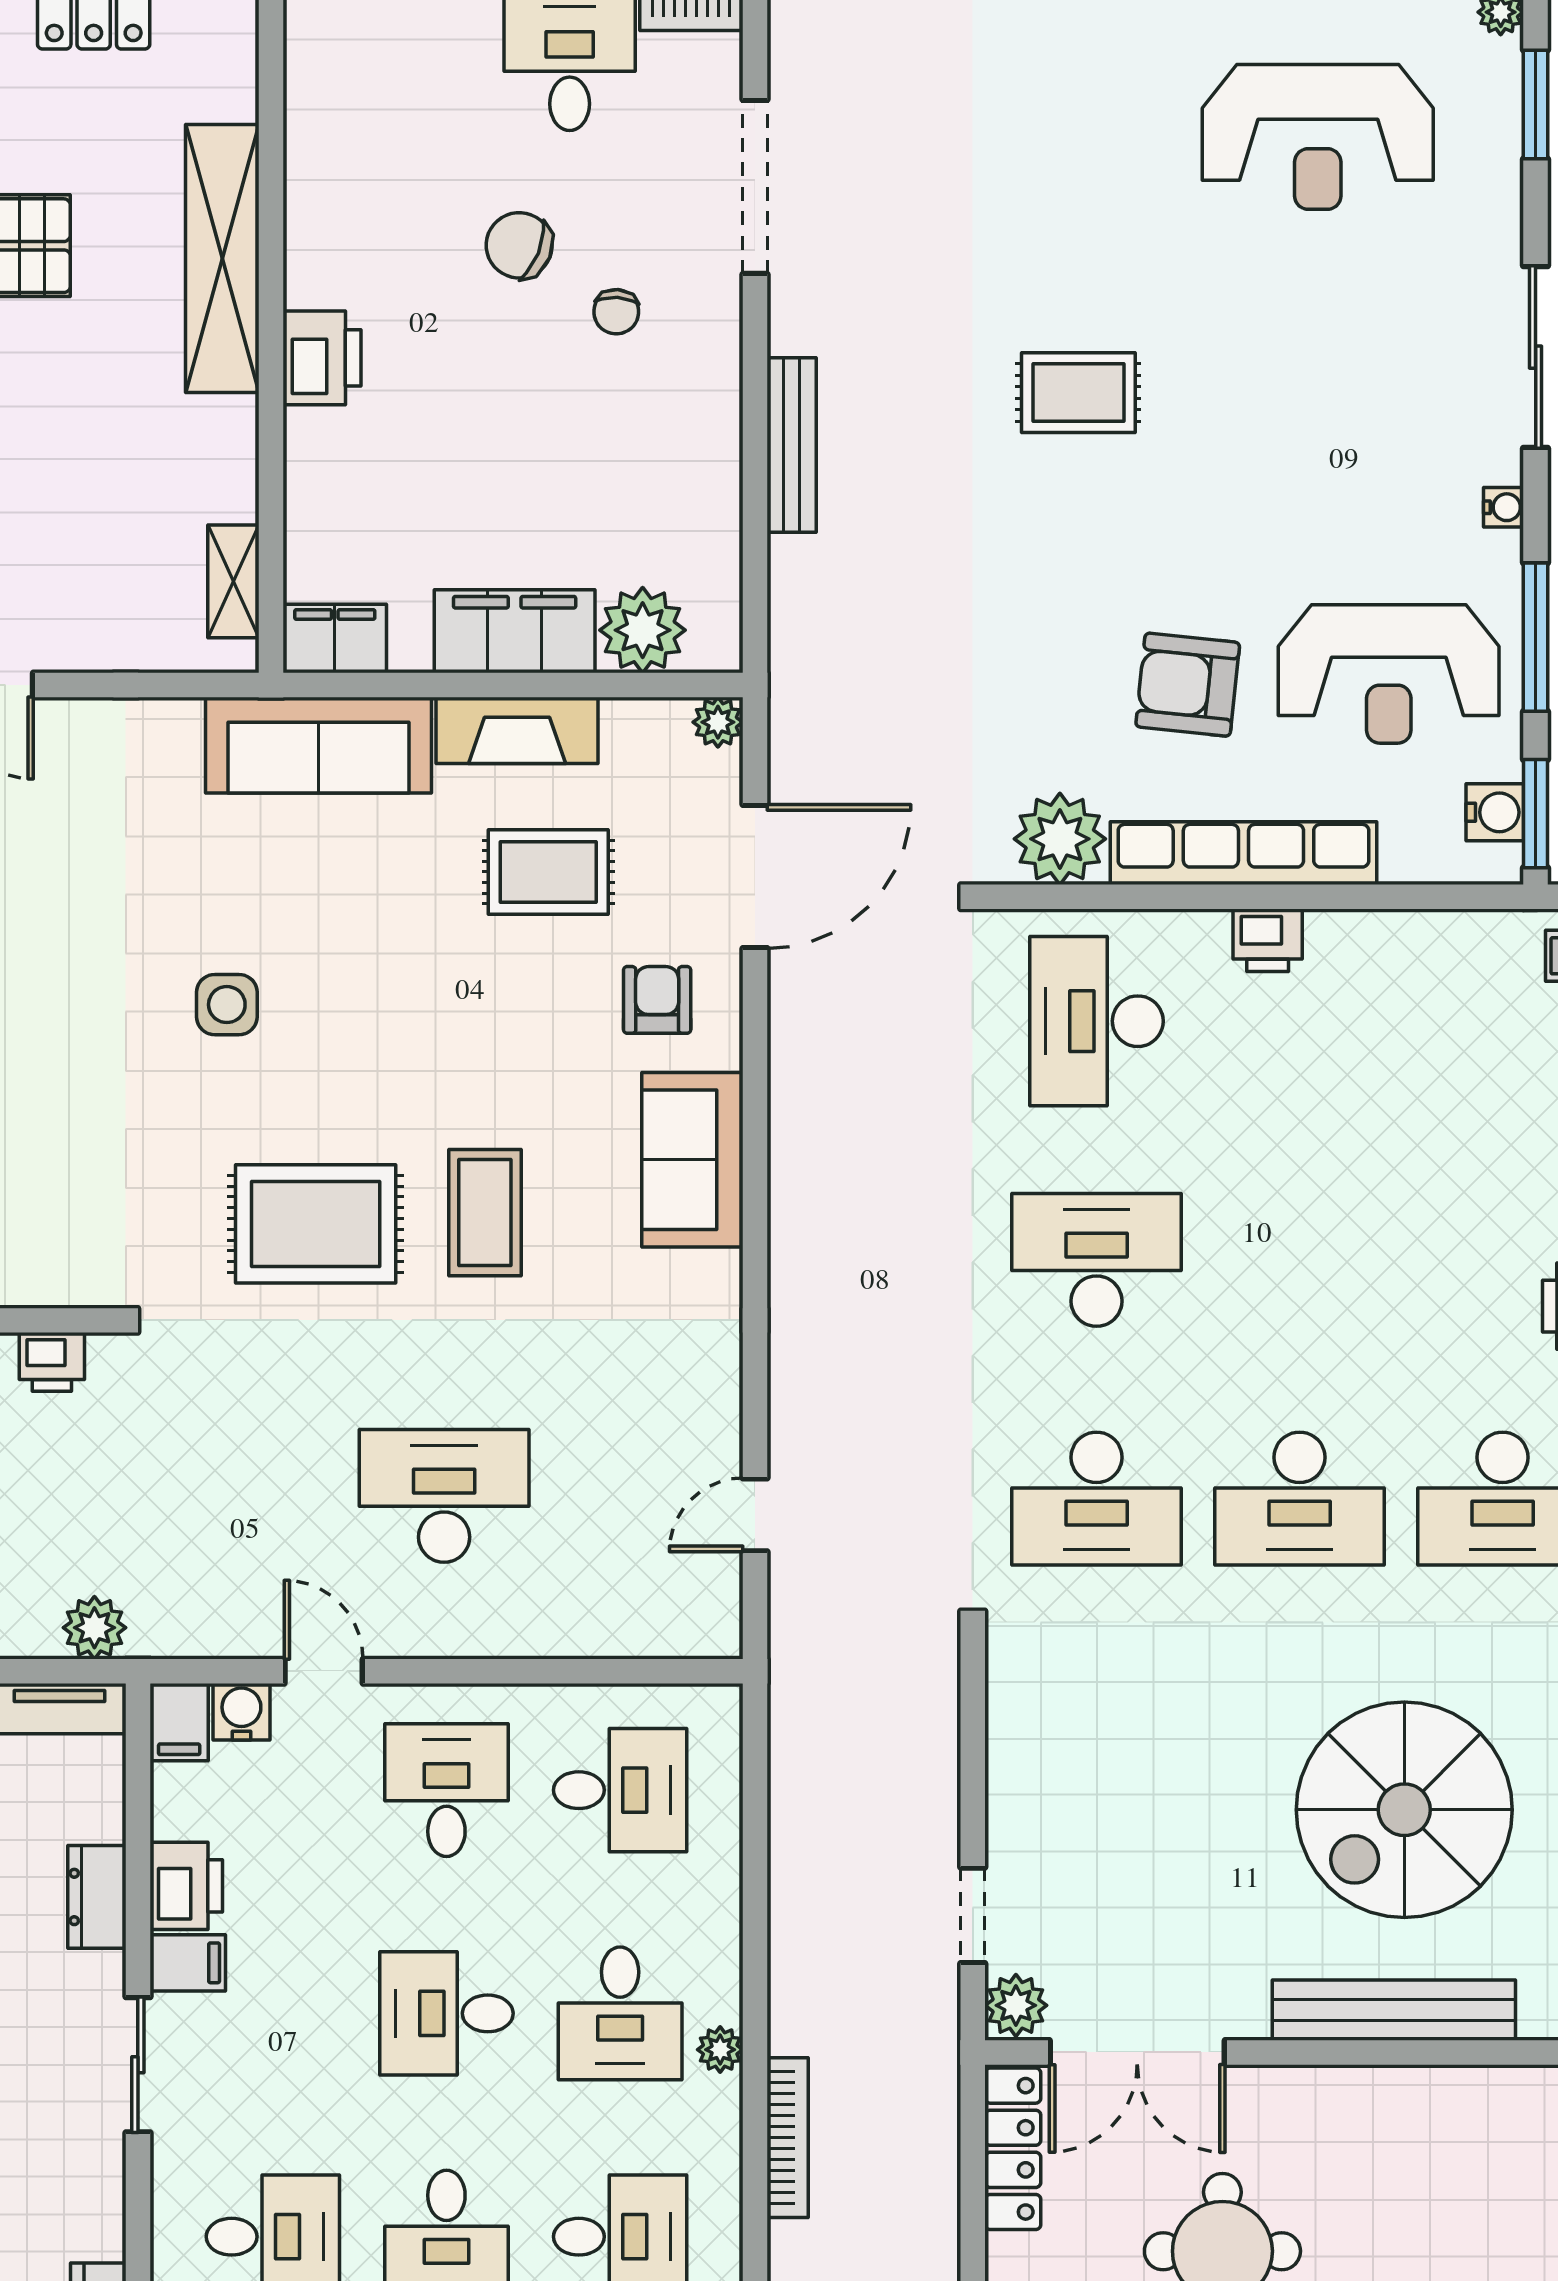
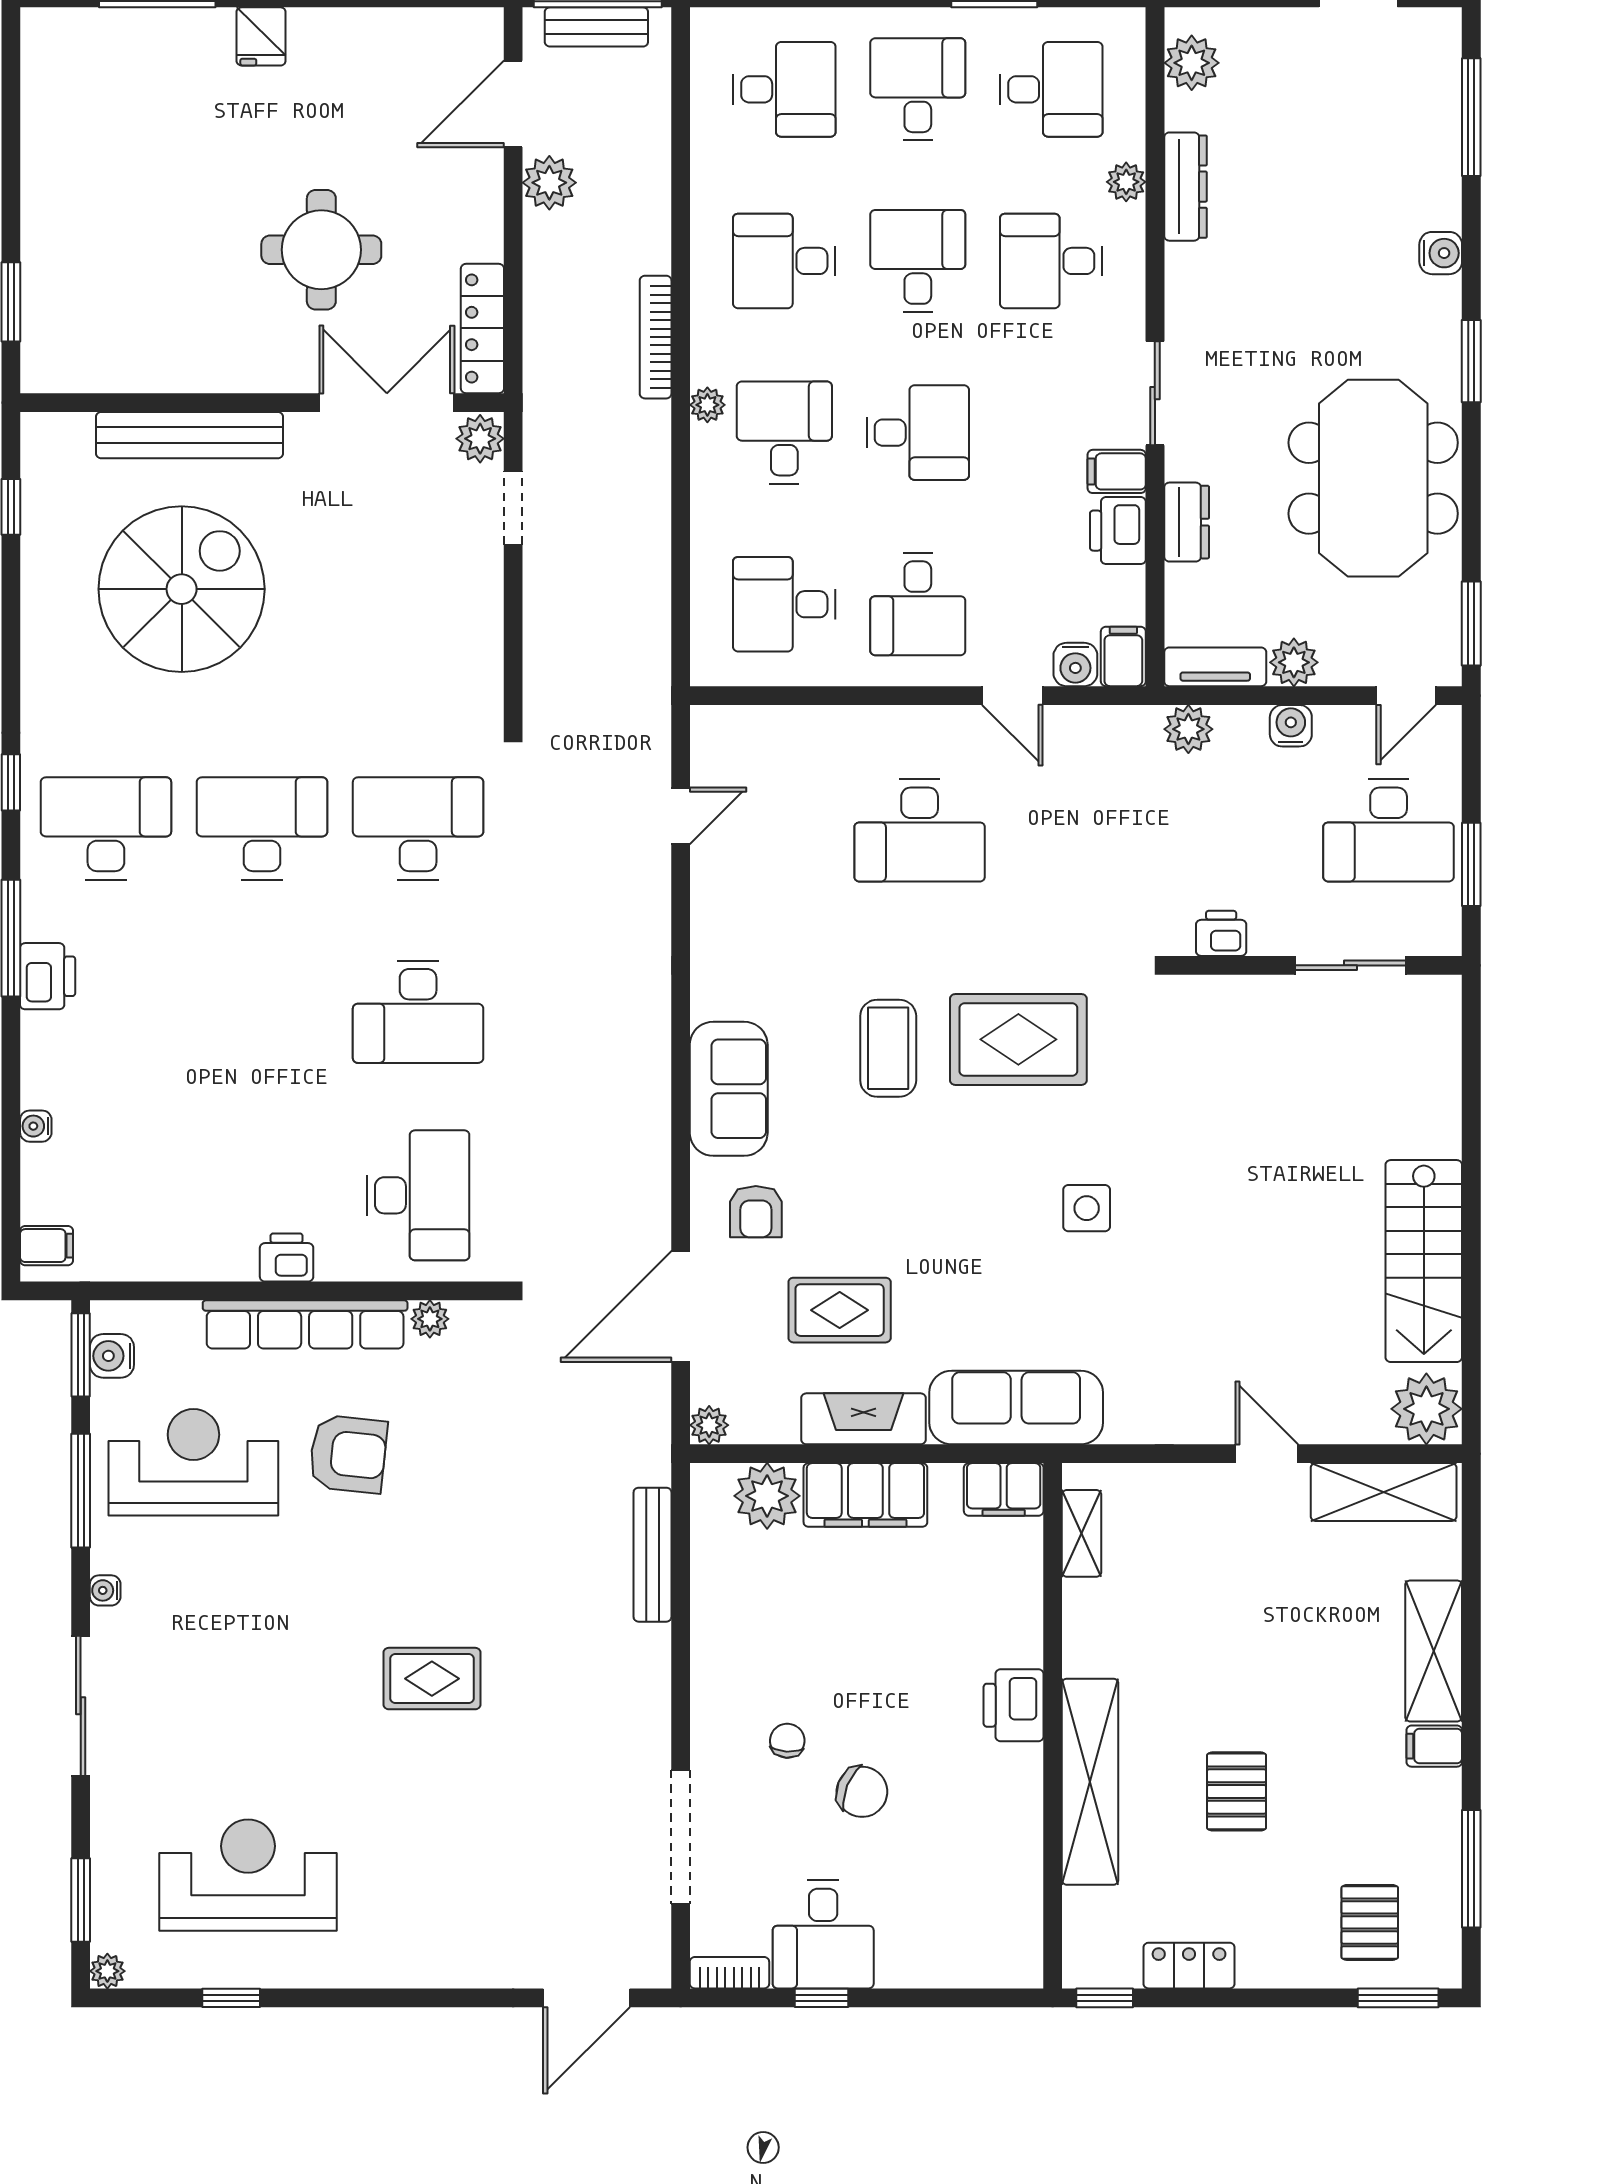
bench: (792, 445) -> (652, 1555), moved
plant: (1060, 839) -> (430, 1319), width x0.53, depth x0.53

